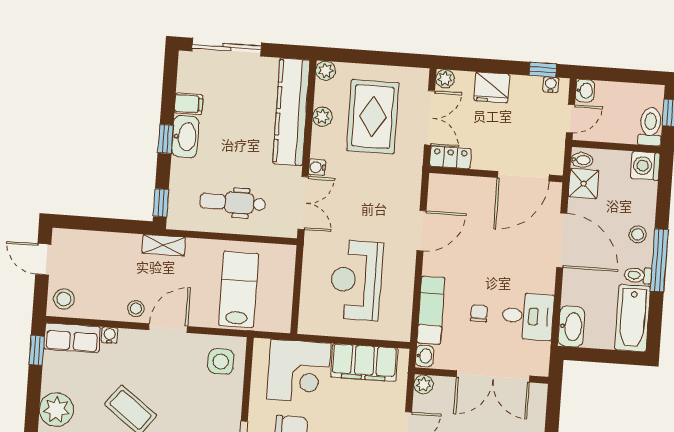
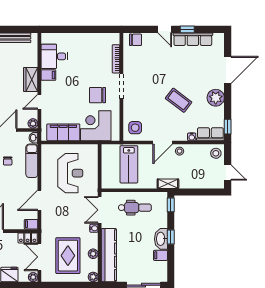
filing cabinet: (441, 184) -> (31, 224), added

